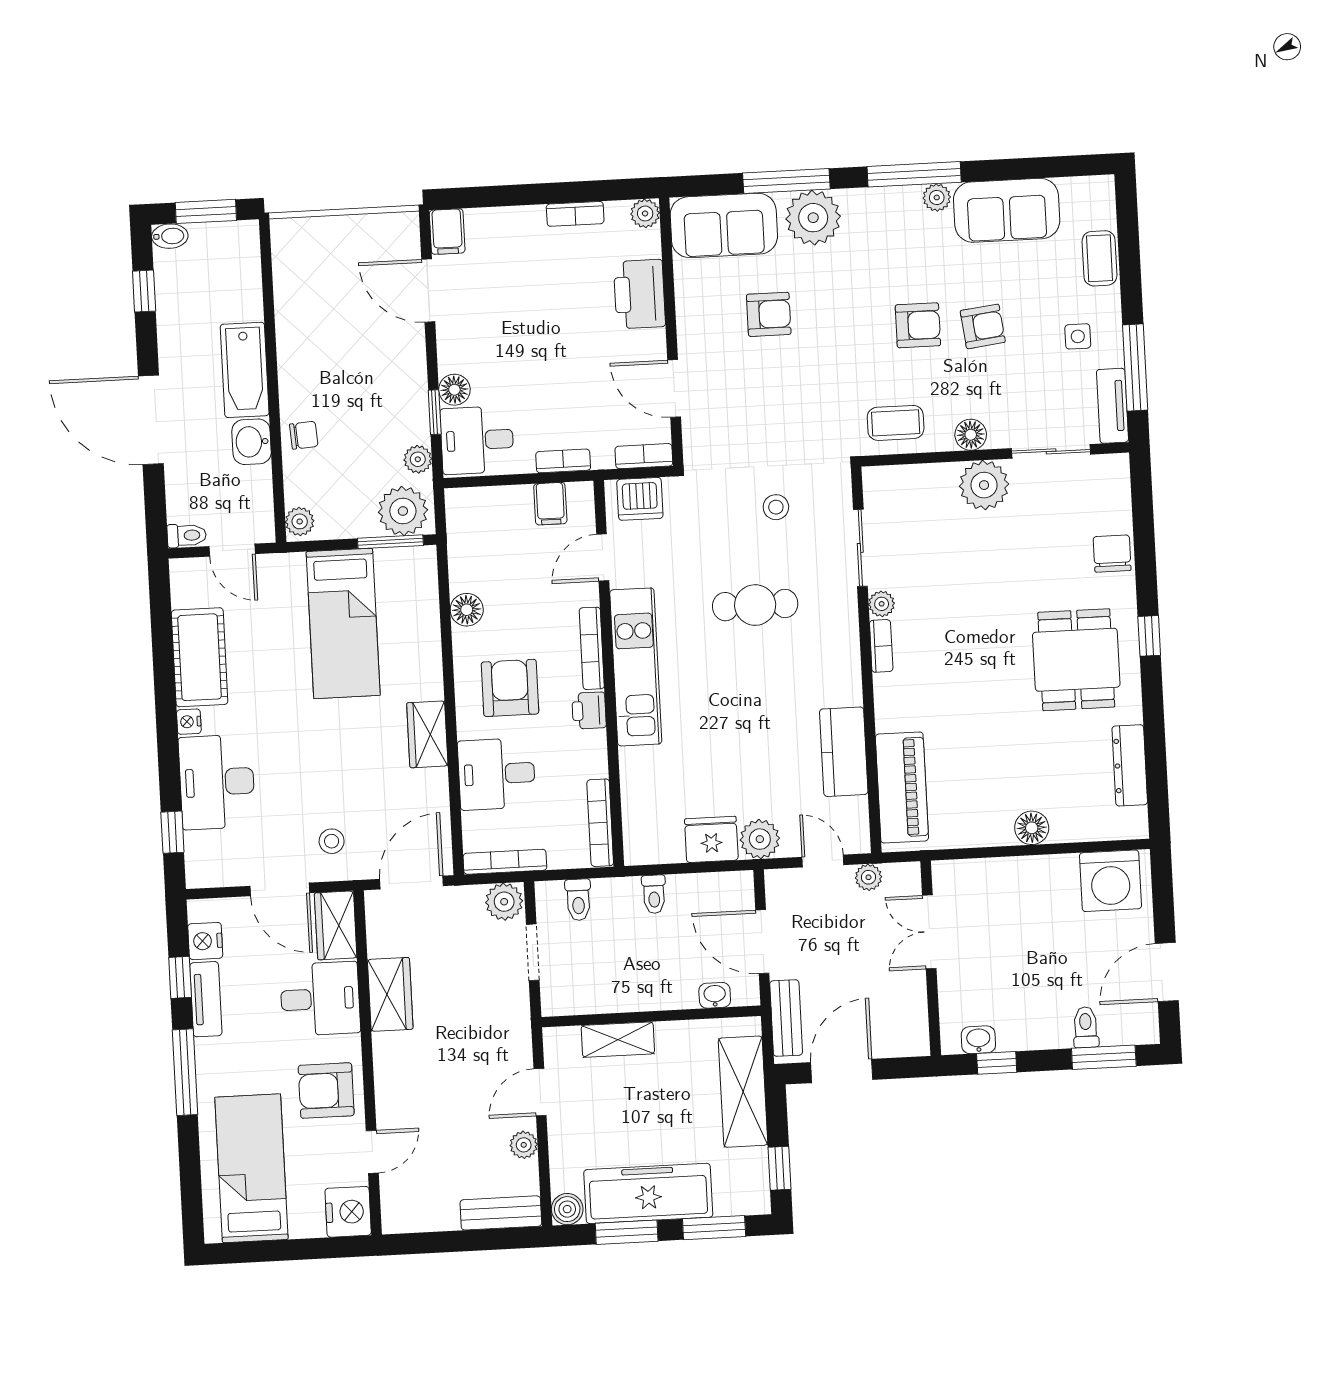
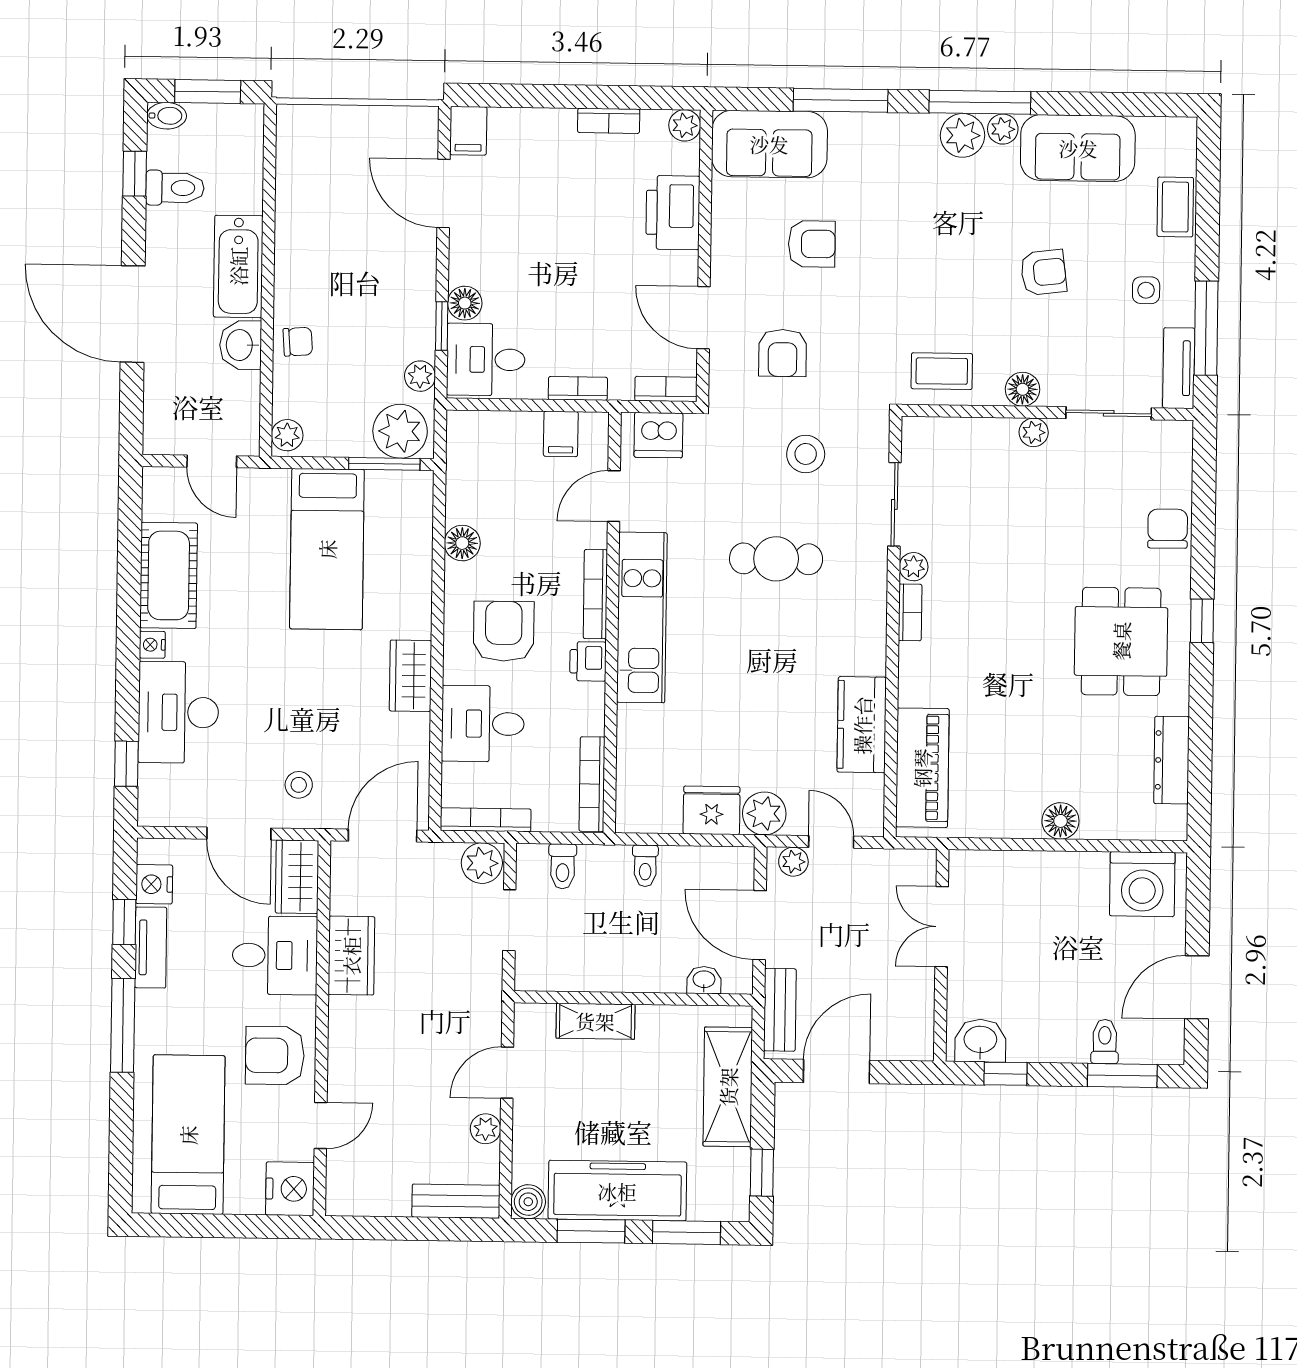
plant: (813, 218) -> (963, 135), moved, width x0.73, depth x0.73
armchair: (918, 325) -> (783, 353), moved, turned 90
plant: (984, 485) -> (1034, 432), width x0.53, depth x0.53
stool: (776, 507) -> (806, 454), width x1.37, depth x1.37
toilet: (187, 535) -> (175, 188), moved, width x1.37, depth x1.39
plant: (868, 877) -> (793, 862), moved
washbasin: (978, 1040) -> (980, 1041), width x1.38, depth x1.45

